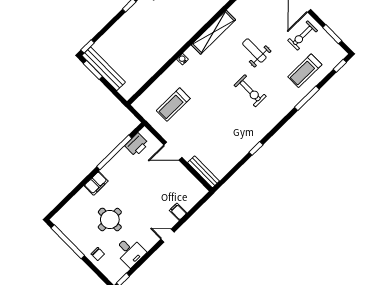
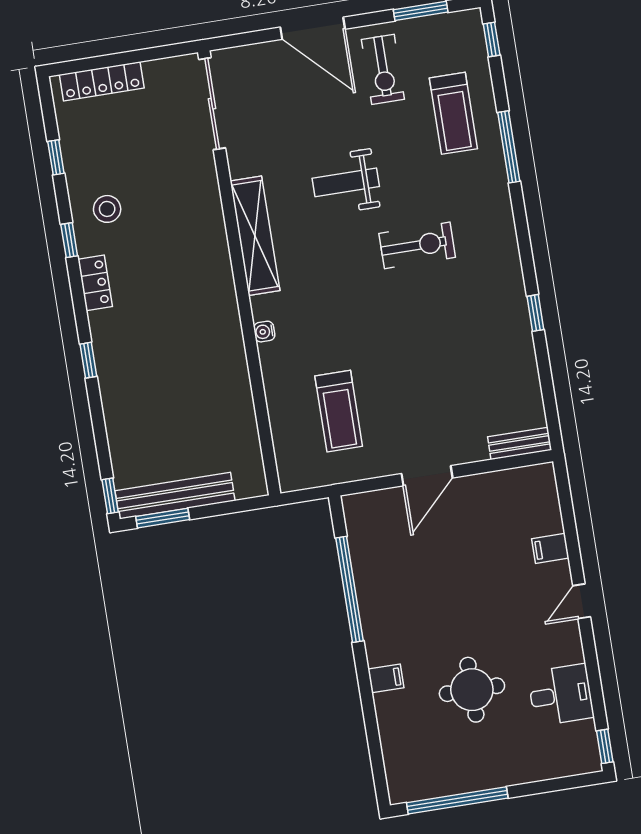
printer: (137, 145) -> (365, 536), removed
bench: (204, 172) -> (520, 443), width x0.73
filing cabinet: (96, 183) -> (386, 678), width x0.50
chair: (98, 254) -> (521, 760), removed

